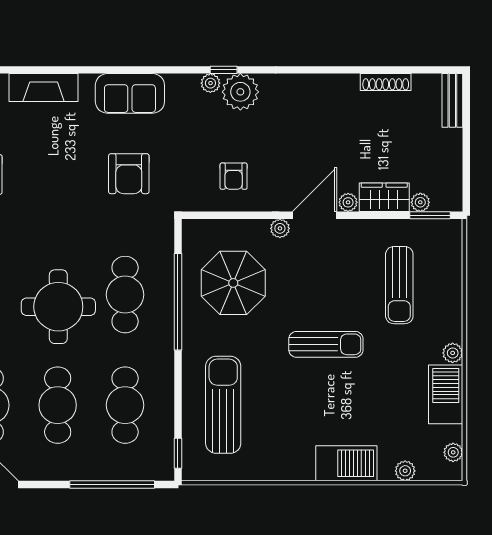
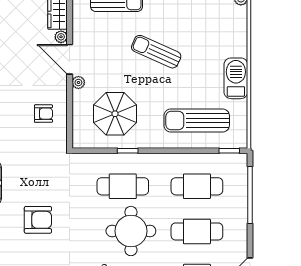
armchair: (129, 174) -> (38, 220), moved
window: (178, 302) -> (128, 151), width x0.32
sun lounger: (326, 344) -> (156, 52), turned -66
barbecue: (346, 463) -> (236, 78), moved

